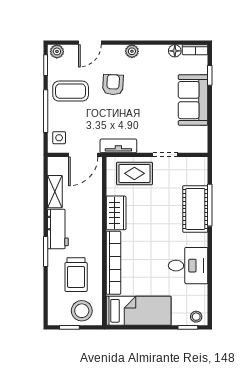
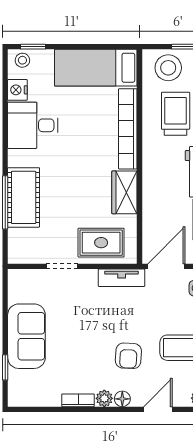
bookcase: (195, 50) -> (78, 400), moved
floor lamp: (175, 51) -> (122, 399), moved
nightstand: (200, 293) -> (17, 90), added

